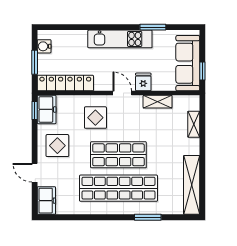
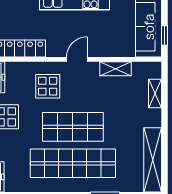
fridge: (143, 82) -> (100, 47), removed
door: (122, 93) -> (77, 59), hinge flipped

